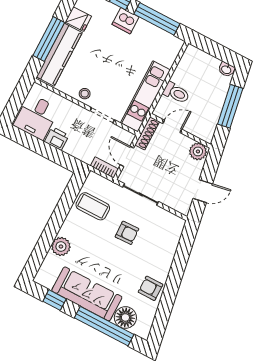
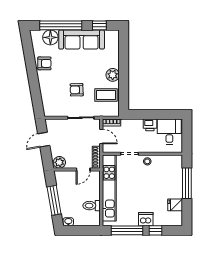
kitchen counter: (59, 55) -> (175, 177), removed
toilet: (176, 93) -> (92, 206), moved
kitchen unit: (145, 96) -> (109, 188), width x1.36
plant: (61, 247) -> (113, 75), moved

